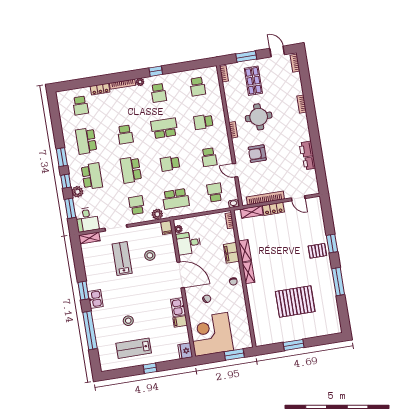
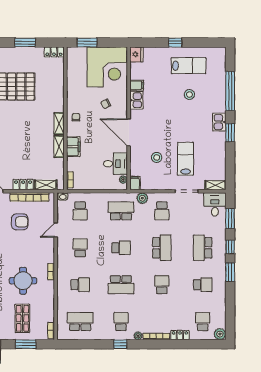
school desk: (198, 87) -> (80, 322), width x1.85
school desk: (86, 141) -> (203, 285), width x0.54
armchair: (257, 154) -> (20, 222), moved
door: (235, 170) -> (56, 230), swing flipped
plant: (77, 192) -> (220, 334), moved
lab bench: (122, 259) -> (186, 159), turned 180
locker: (264, 340) -> (54, 52), added

